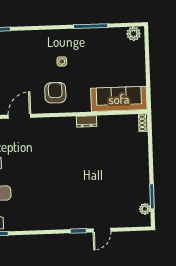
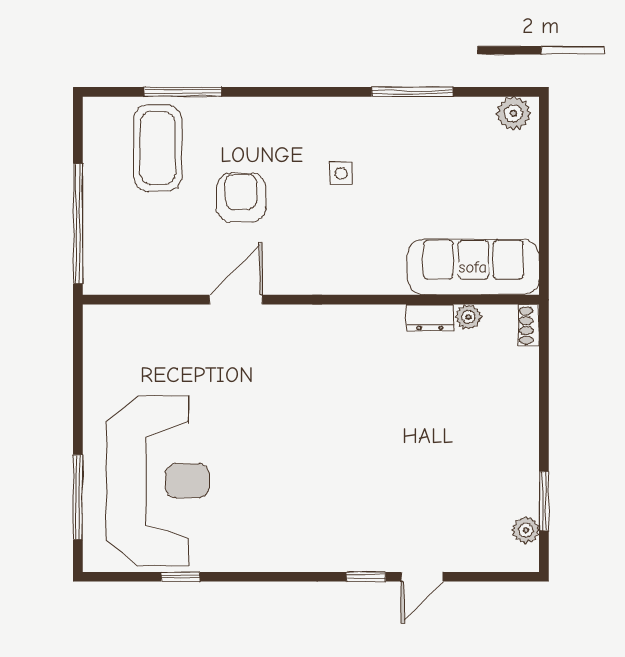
armchair: (55, 93) -> (241, 198), moved
plant: (118, 120) -> (469, 317), added
dresser: (87, 121) -> (430, 318), moved

